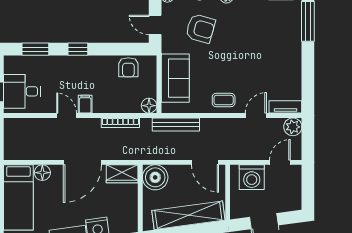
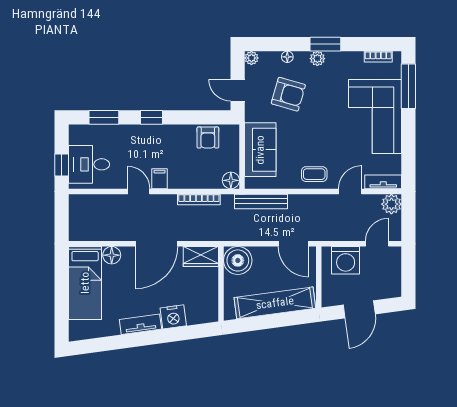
corner sofa: (278, 48) -> (375, 116), added

